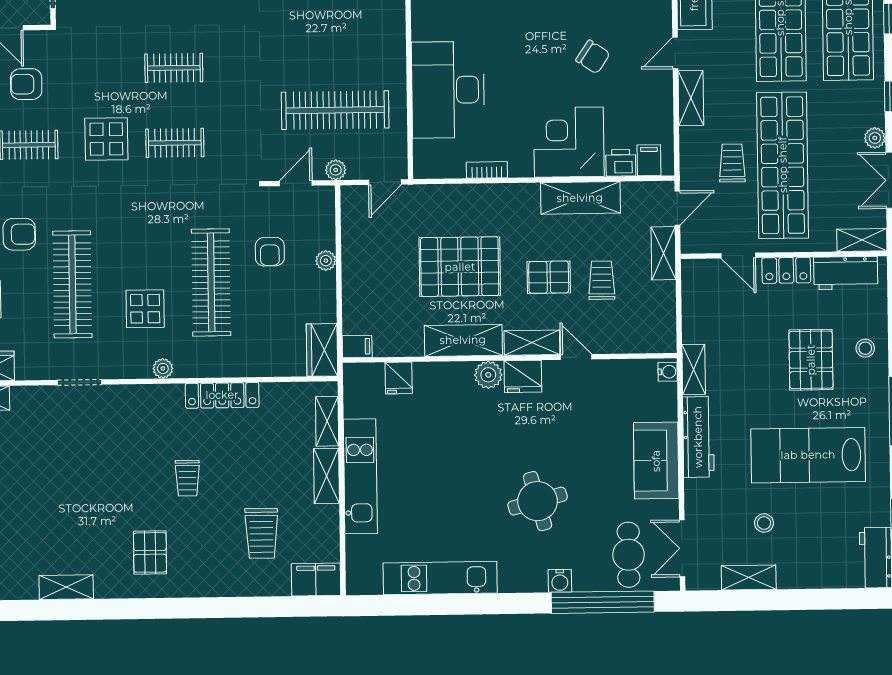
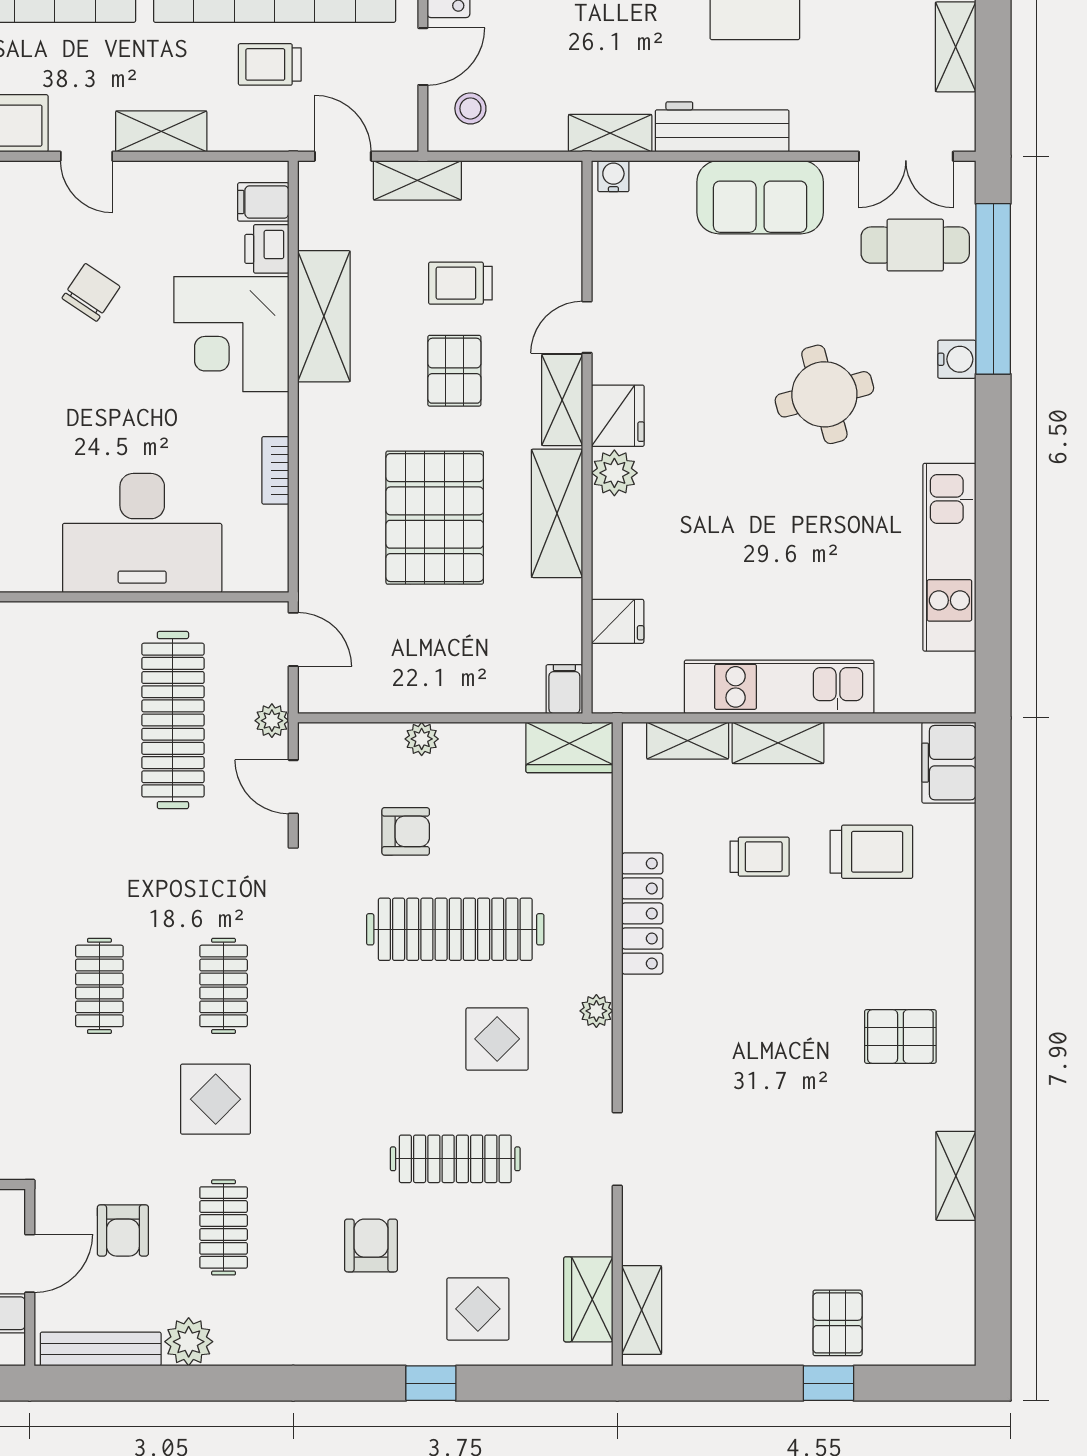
clothes rail: (72, 284) -> (455, 1159), width x0.73, depth x0.76
trolley: (187, 478) -> (760, 857), moved
stool: (764, 523) -> (470, 108), moved

